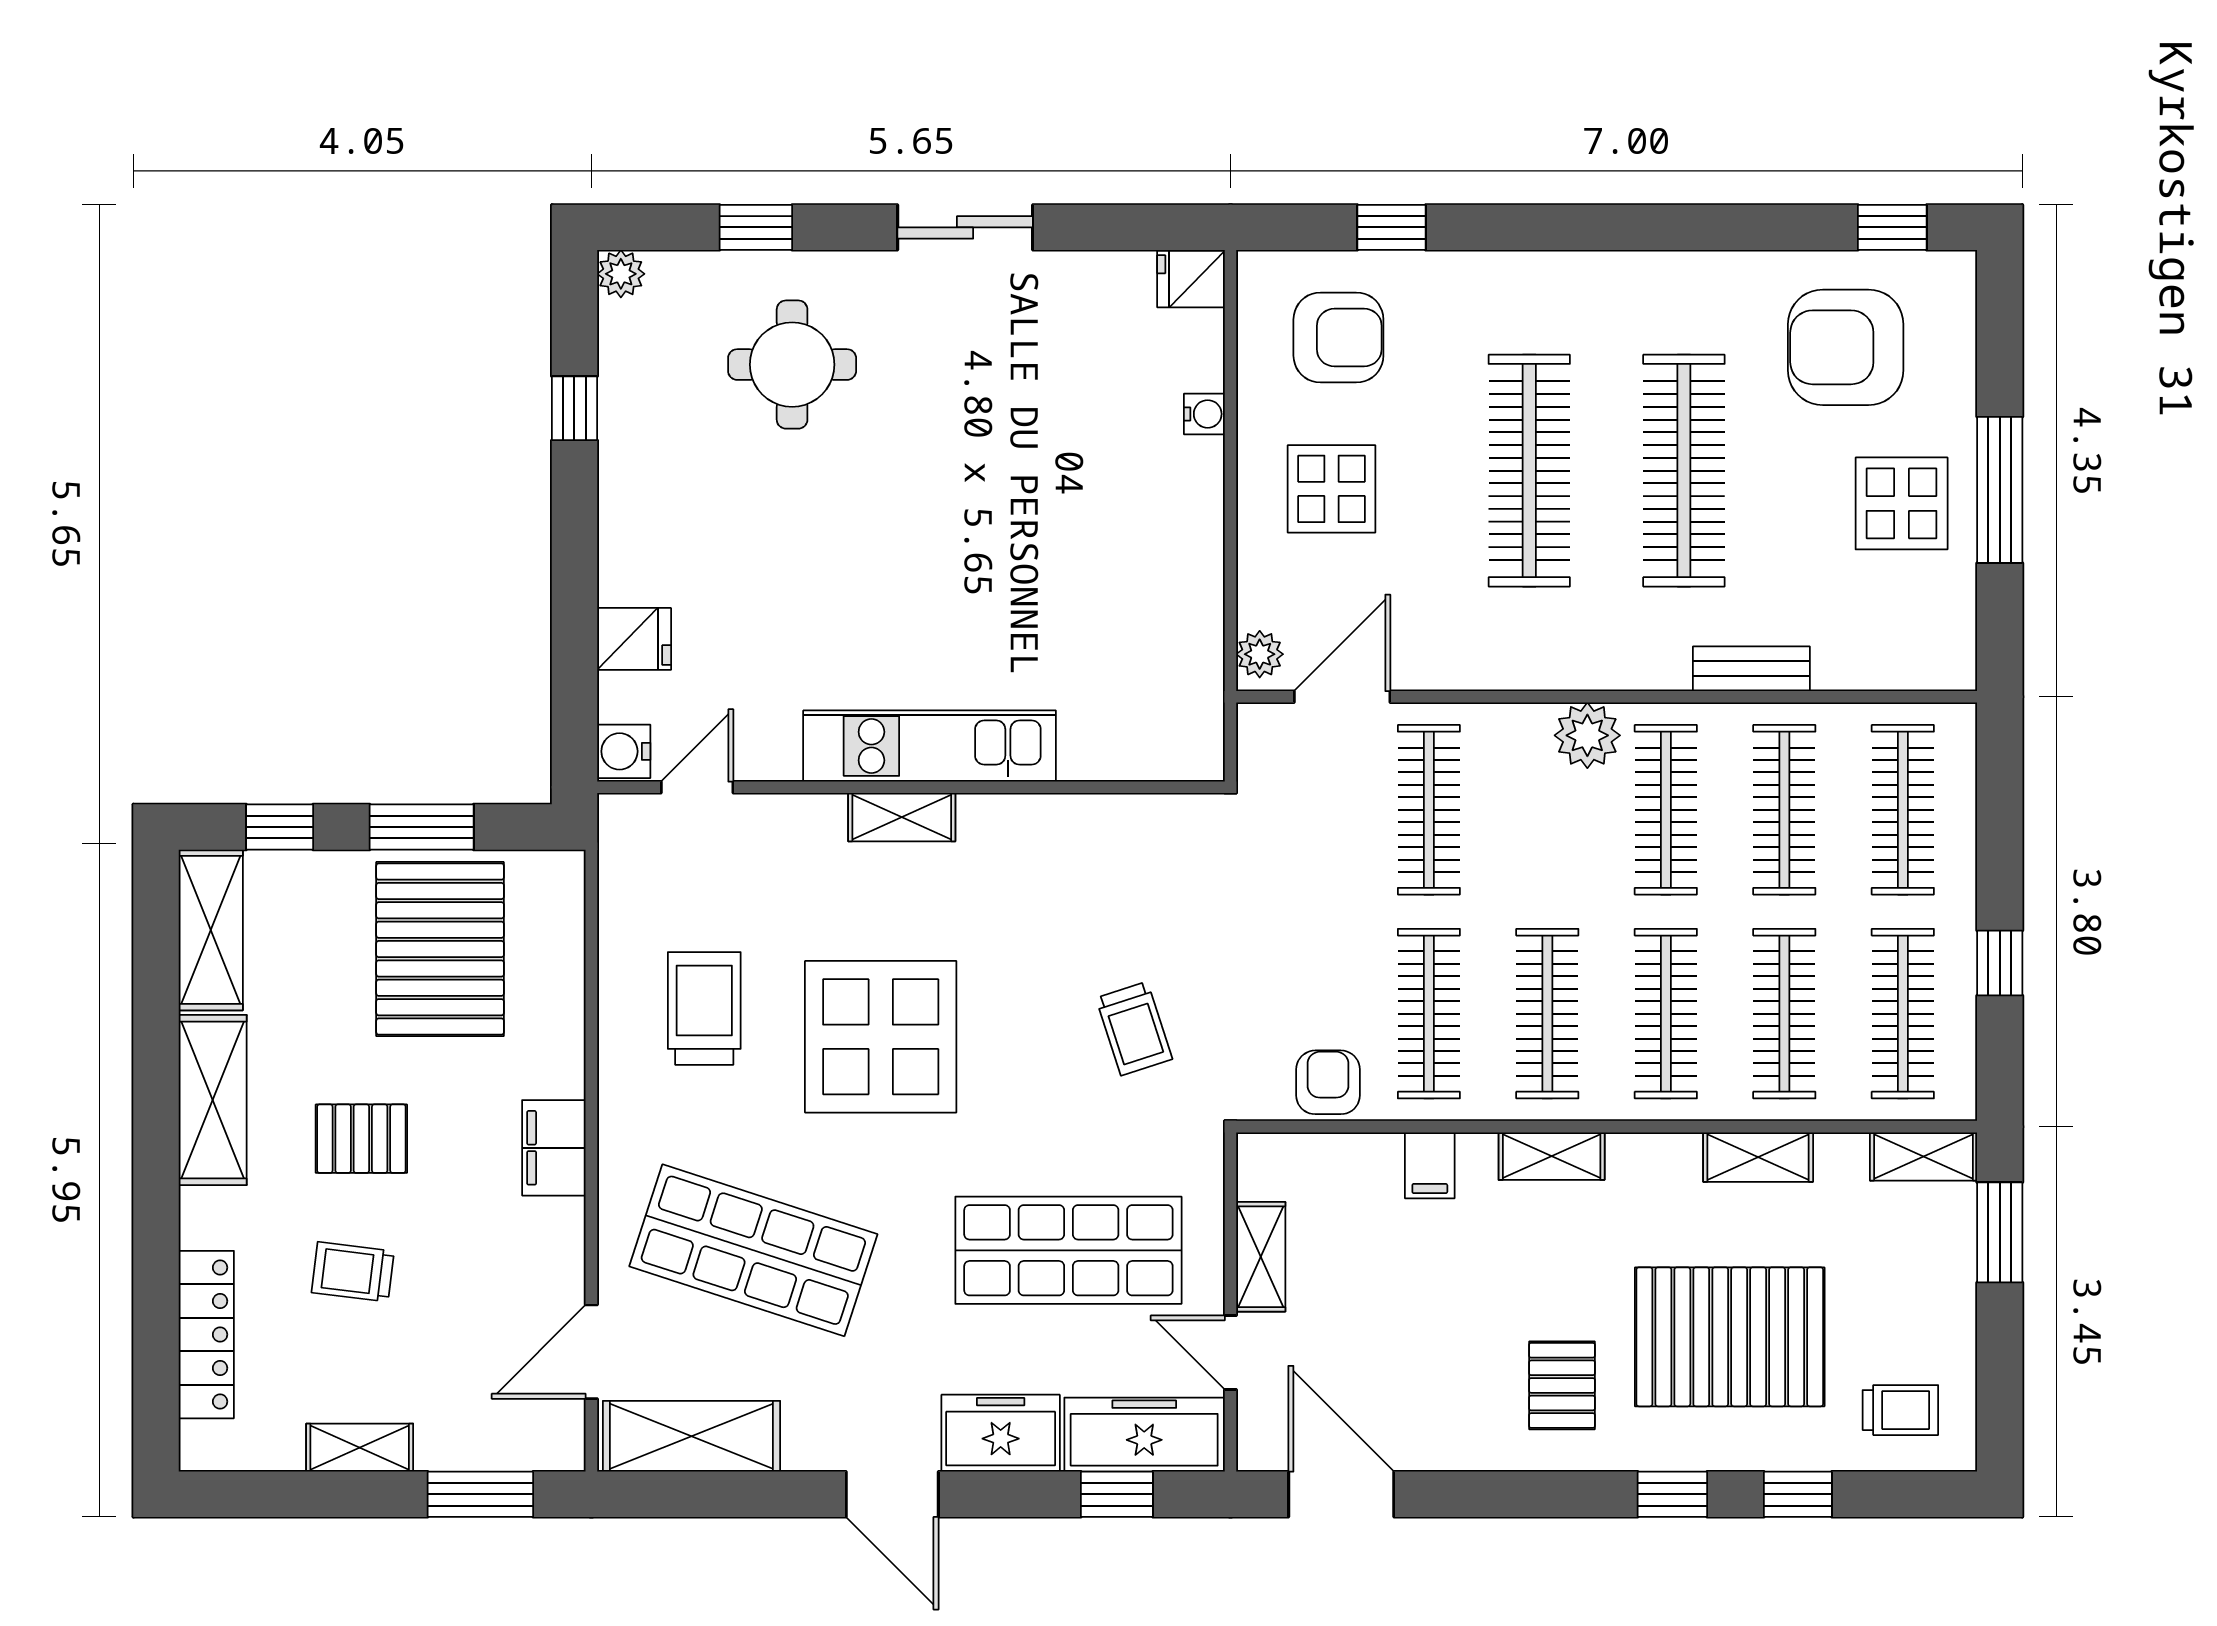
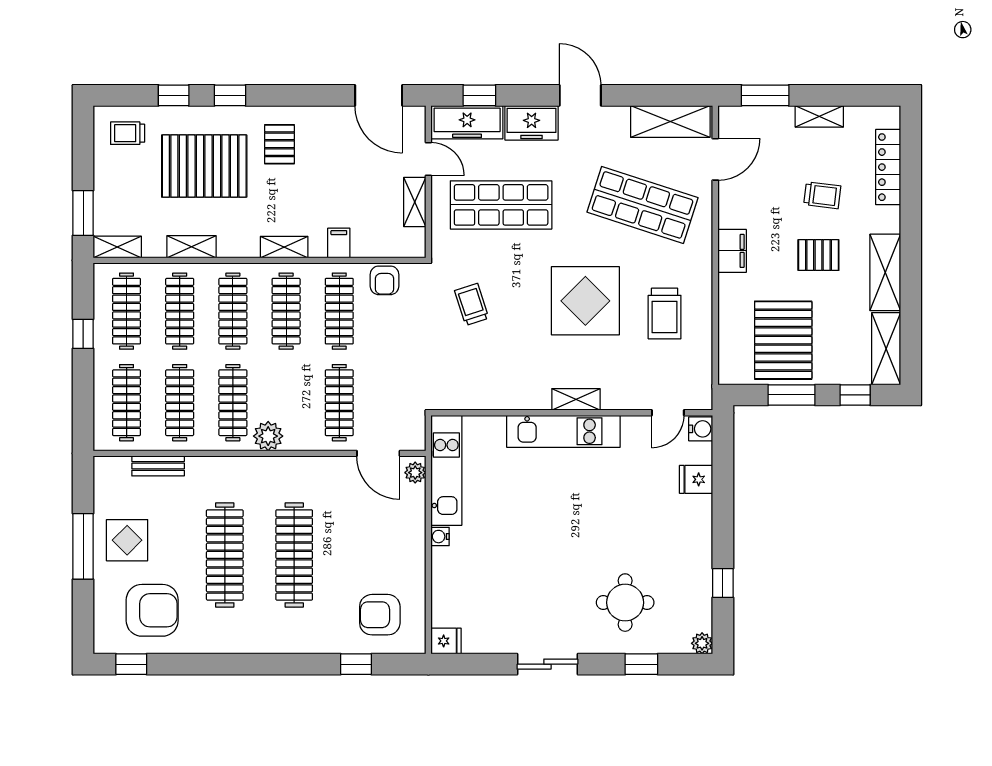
water cooler: (1204, 414) -> (440, 537), moved
display table: (1332, 489) -> (383, 547), removed
kitchen unit: (1190, 659) -> (446, 470), added
bench: (1751, 669) -> (158, 466), moved
door: (1342, 697) -> (378, 453), hinge flipped

